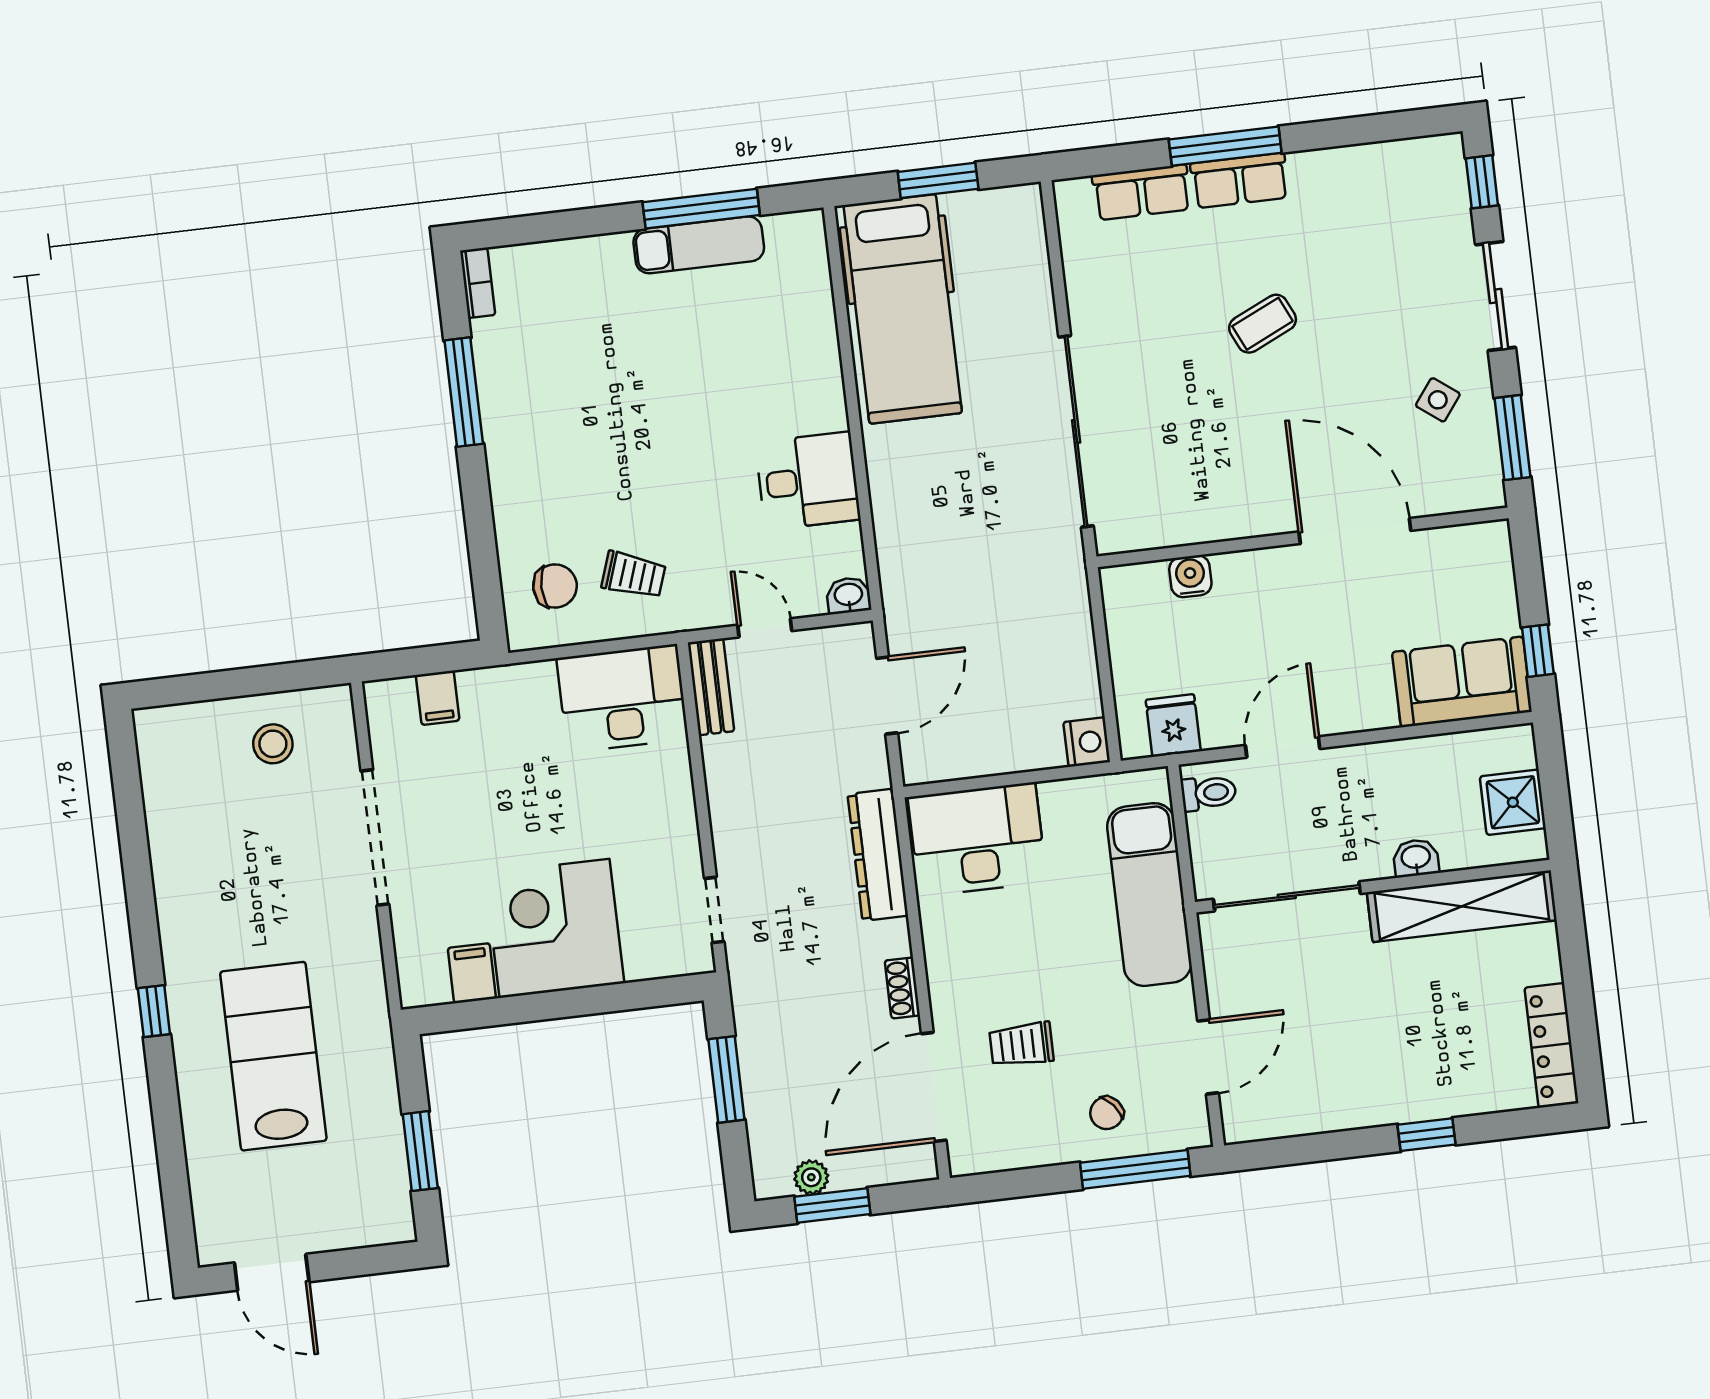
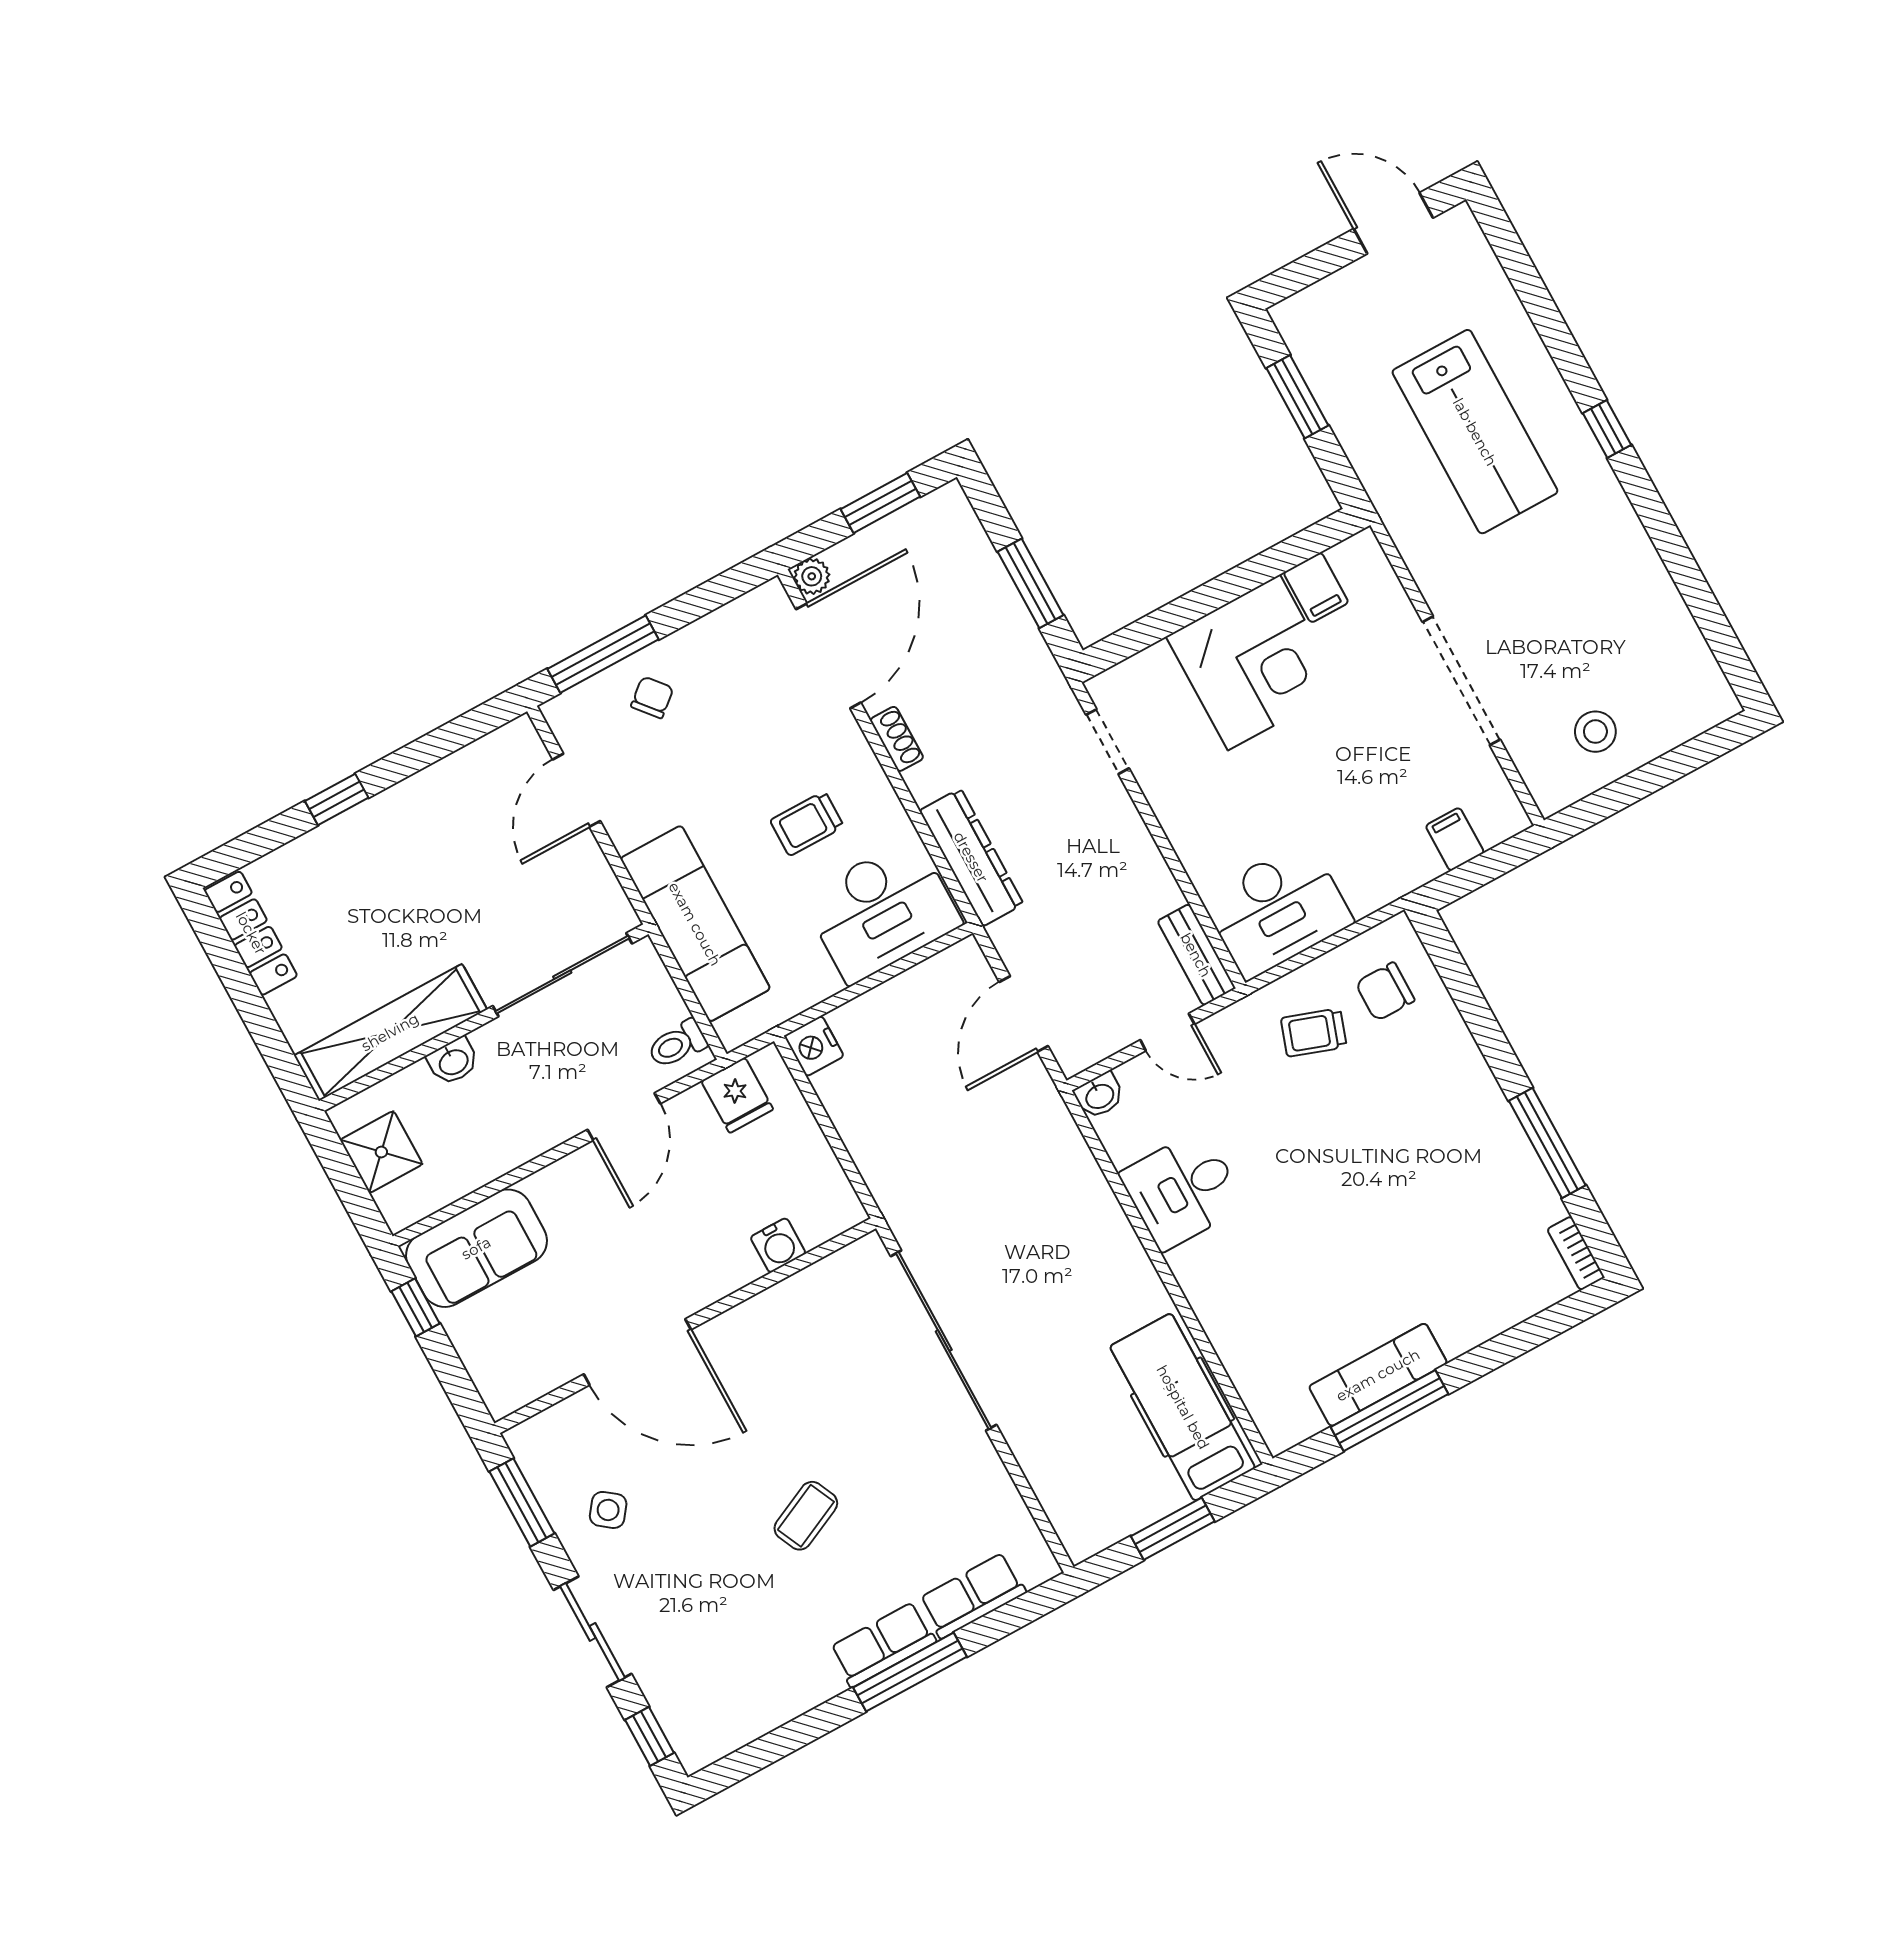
hospital bed: (903, 309) -> (1183, 1407), width x0.73, depth x0.78
trolley: (1021, 1044) -> (807, 823), moved, turned 180
plant: (811, 1177) -> (812, 576), moved

